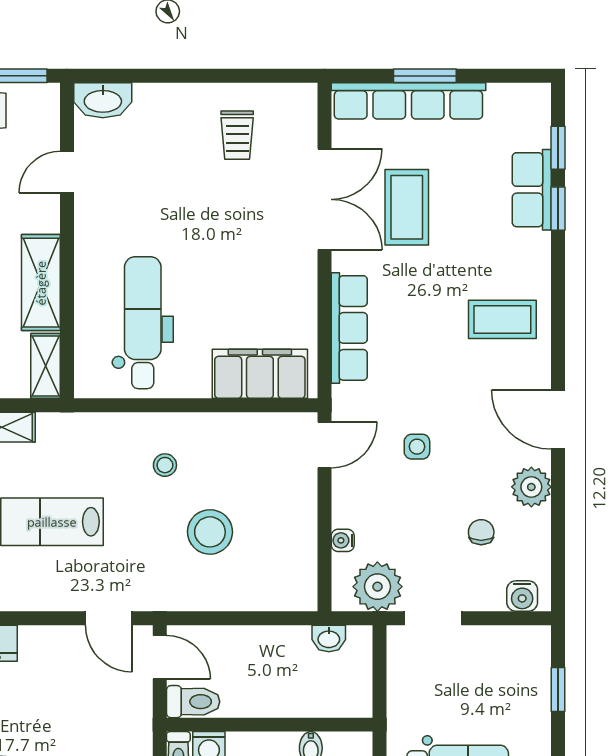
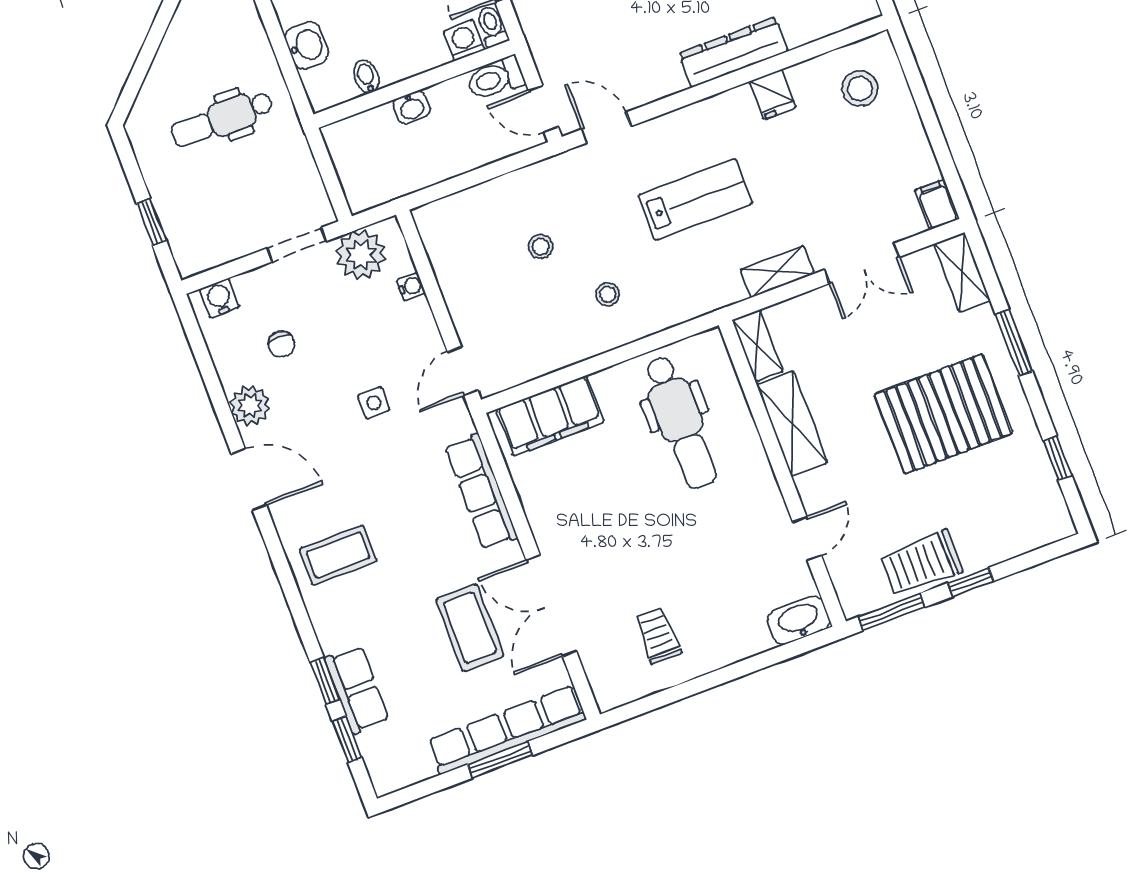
stool: (210, 532) -> (541, 247), width x0.53, depth x0.53
washbasin: (329, 638) -> (412, 107), moved, turned 180

